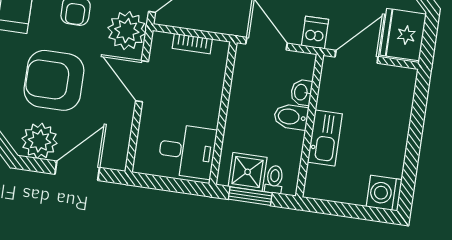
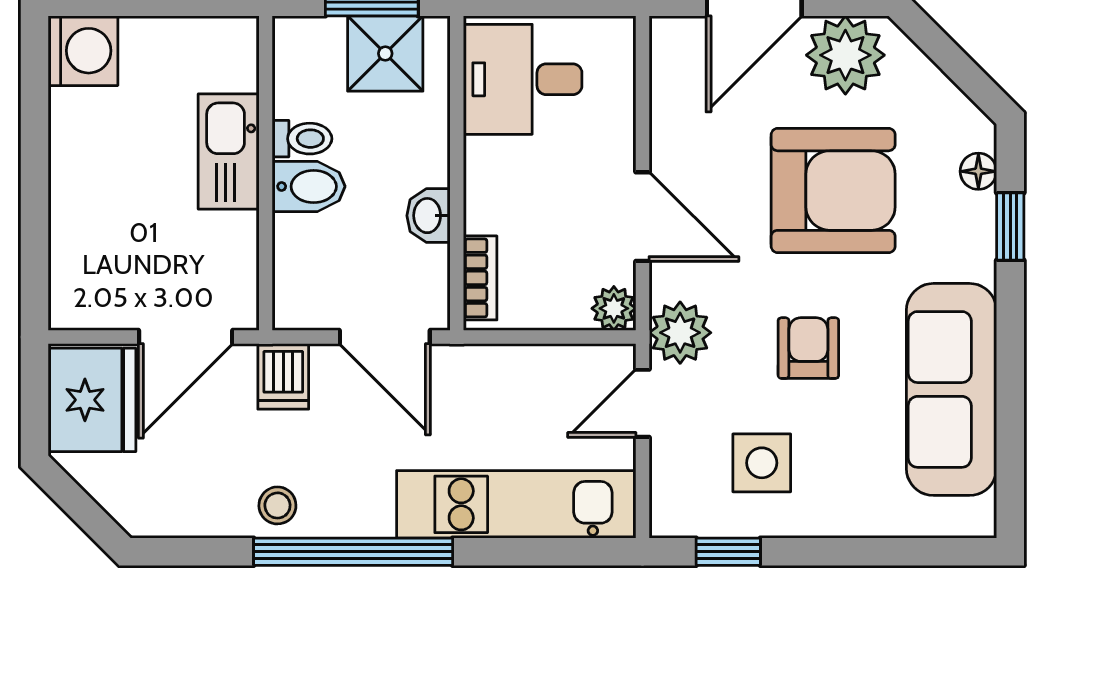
plant: (127, 31) -> (680, 333), width x0.73, depth x0.73
plant: (161, 42) -> (614, 308), added
bookcase: (192, 44) -> (480, 278), moved, turned 90
washbasin: (301, 92) -> (428, 216), moved, turned 180
toilet: (274, 179) -> (302, 139), moved, turned -90

